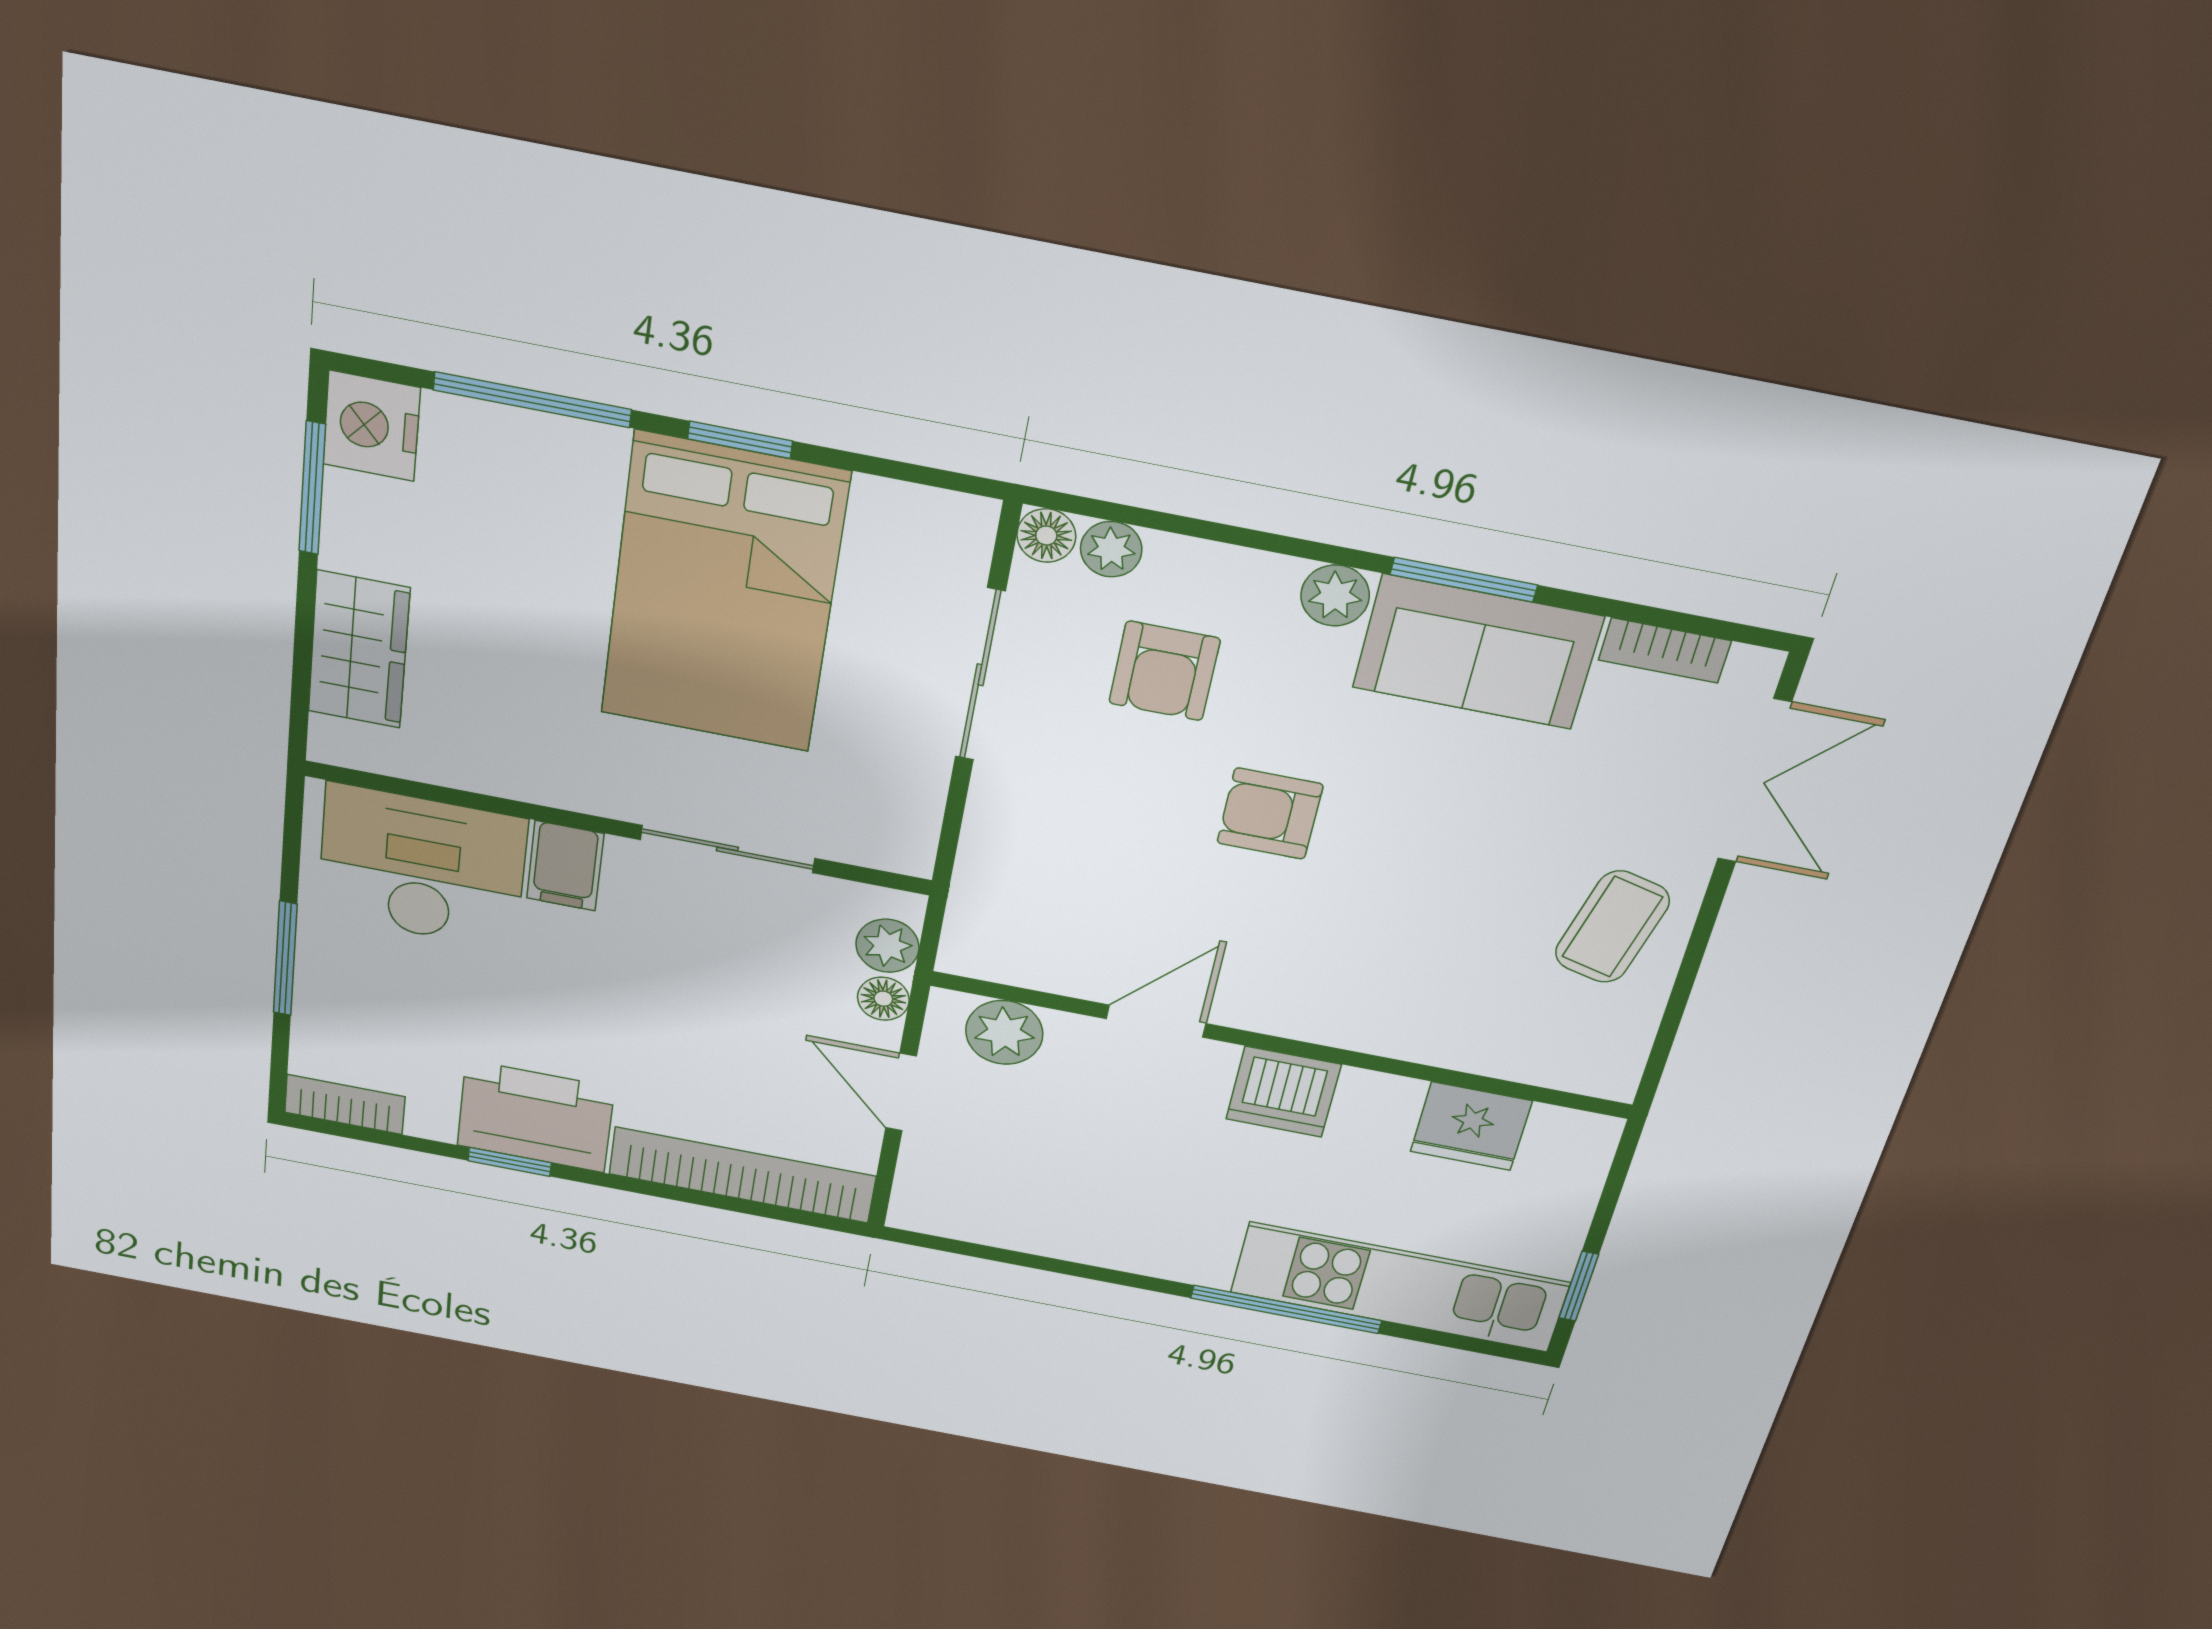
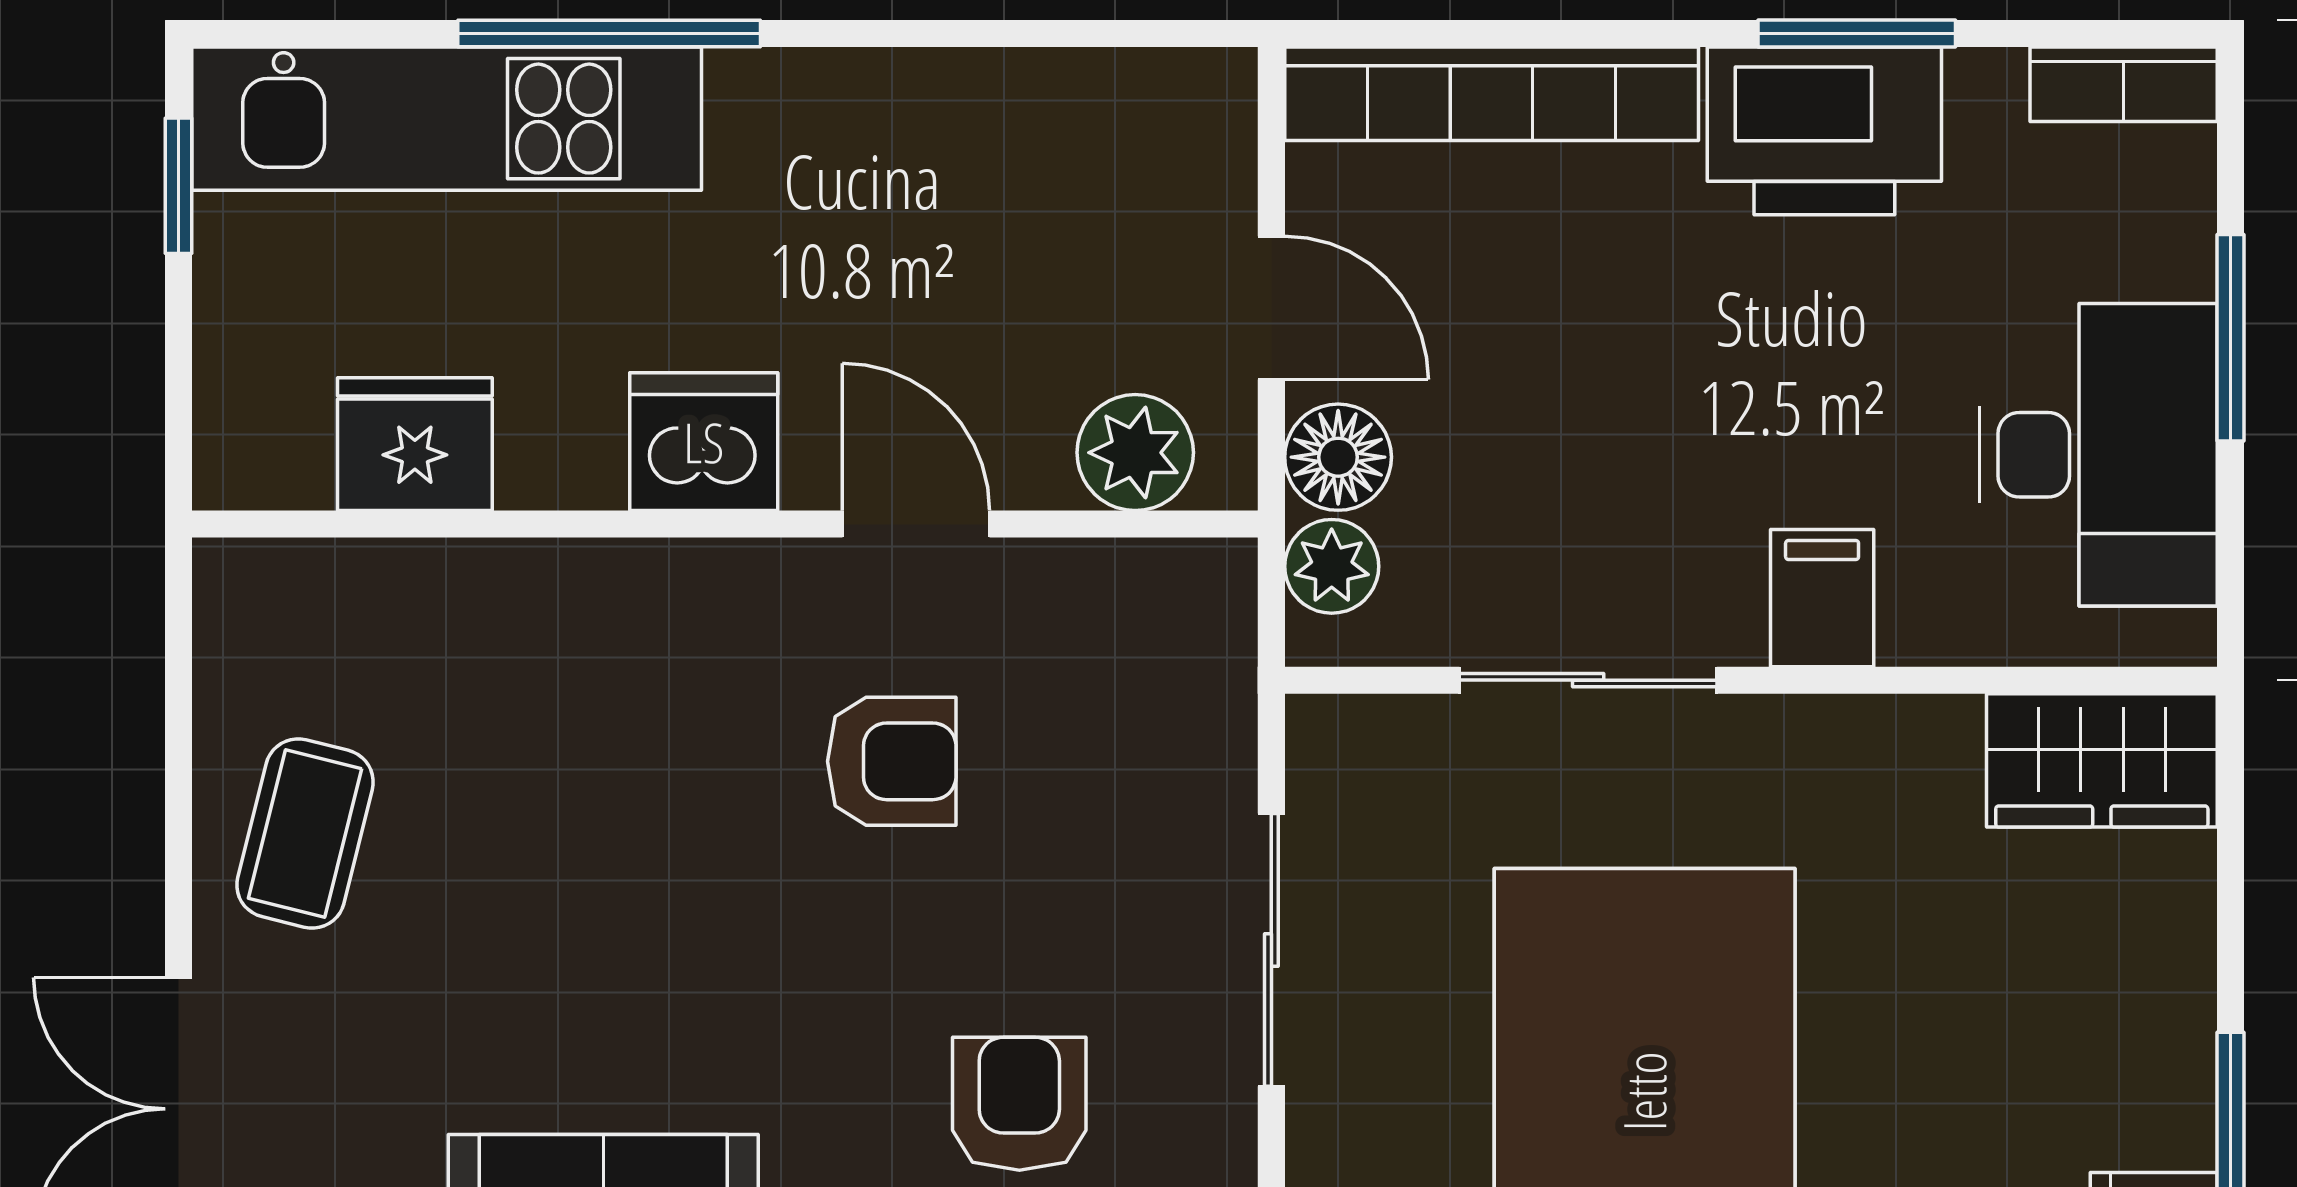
wardrobe: (359, 650) -> (2102, 760), moved, turned -90
sliding door: (980, 675) -> (1271, 950), moved
armchair: (1270, 814) -> (892, 761), moved
desk: (422, 867) -> (2098, 455), moved, turned -90
floor lamp: (883, 999) -> (1338, 457), width x1.37, depth x1.37
door: (1156, 1021) -> (916, 524), swing flipped
window: (510, 1162) -> (1857, 33), width x1.50

